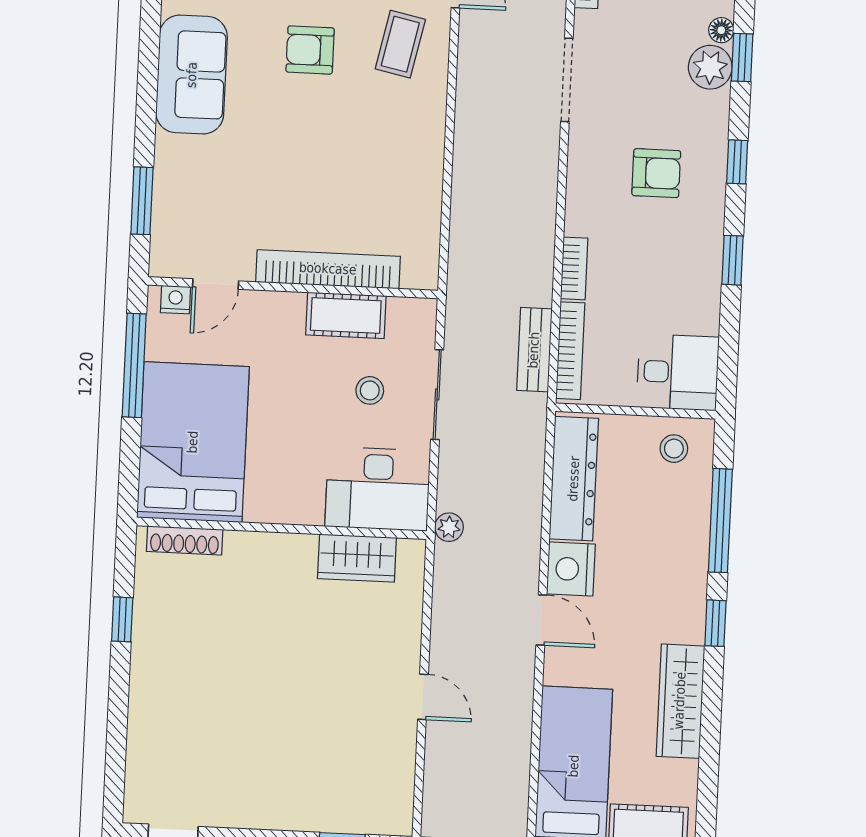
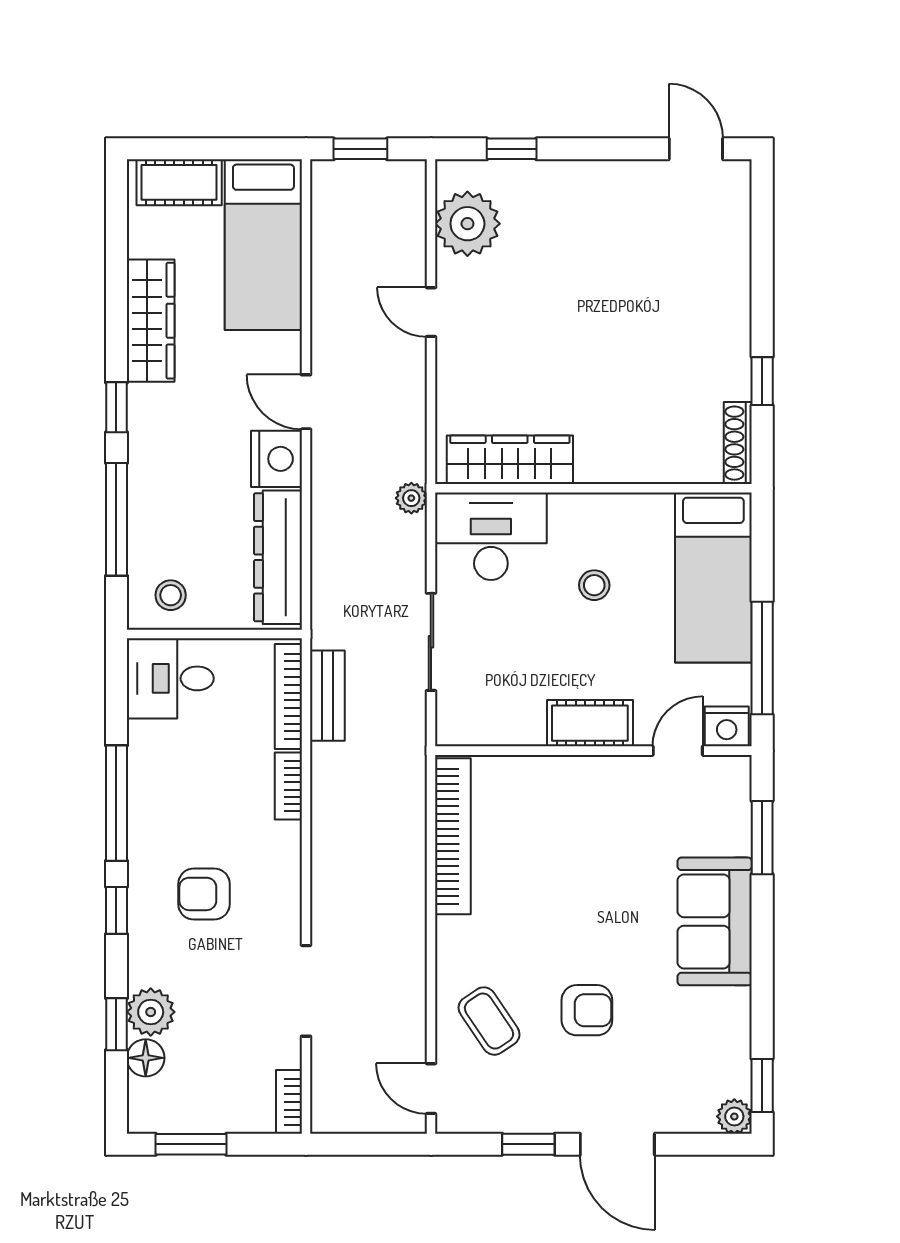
floor lamp: (721, 30) -> (146, 1058), width x1.37, depth x1.37
coffee table: (400, 44) -> (489, 1021), turned -46
sofa: (192, 75) -> (715, 921), moved
window: (733, 260) -> (116, 803), width x2.17
bookcase: (328, 269) -> (453, 836), moved, turned -90
nightstand: (175, 300) -> (727, 726), width x1.39, depth x1.35
cot: (346, 315) -> (590, 723), moved
stool: (370, 390) -> (594, 585), moved
bed: (193, 442) -> (713, 578), width x0.67
shoe rack: (185, 540) -> (738, 443), moved, turned -90
wardrobe: (357, 558) -> (510, 460), width x1.50
plant: (386, 776) -> (467, 224), added

